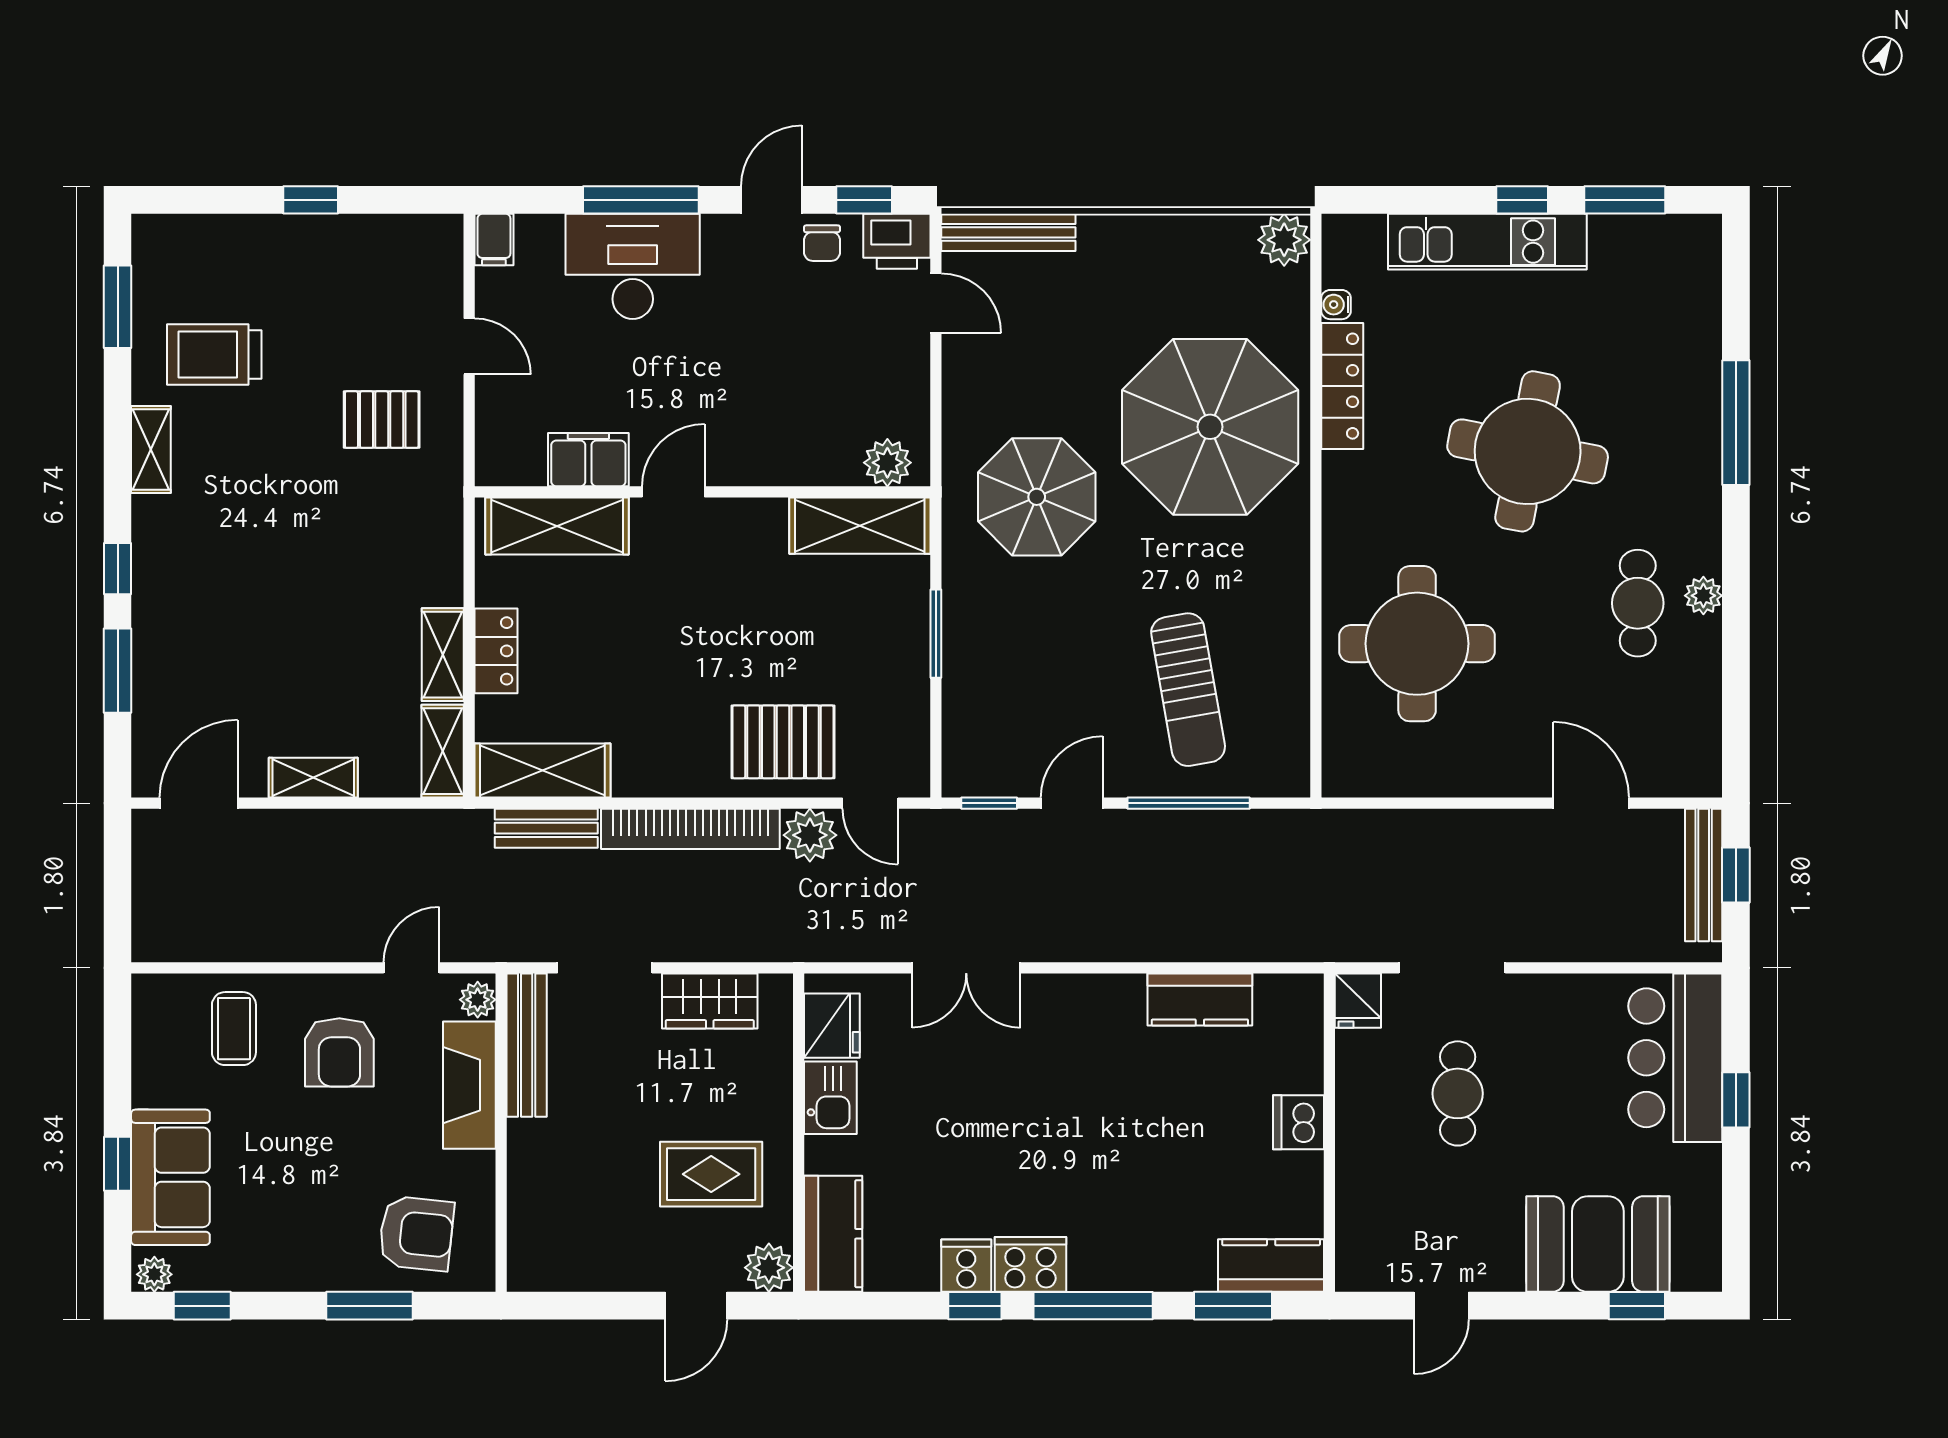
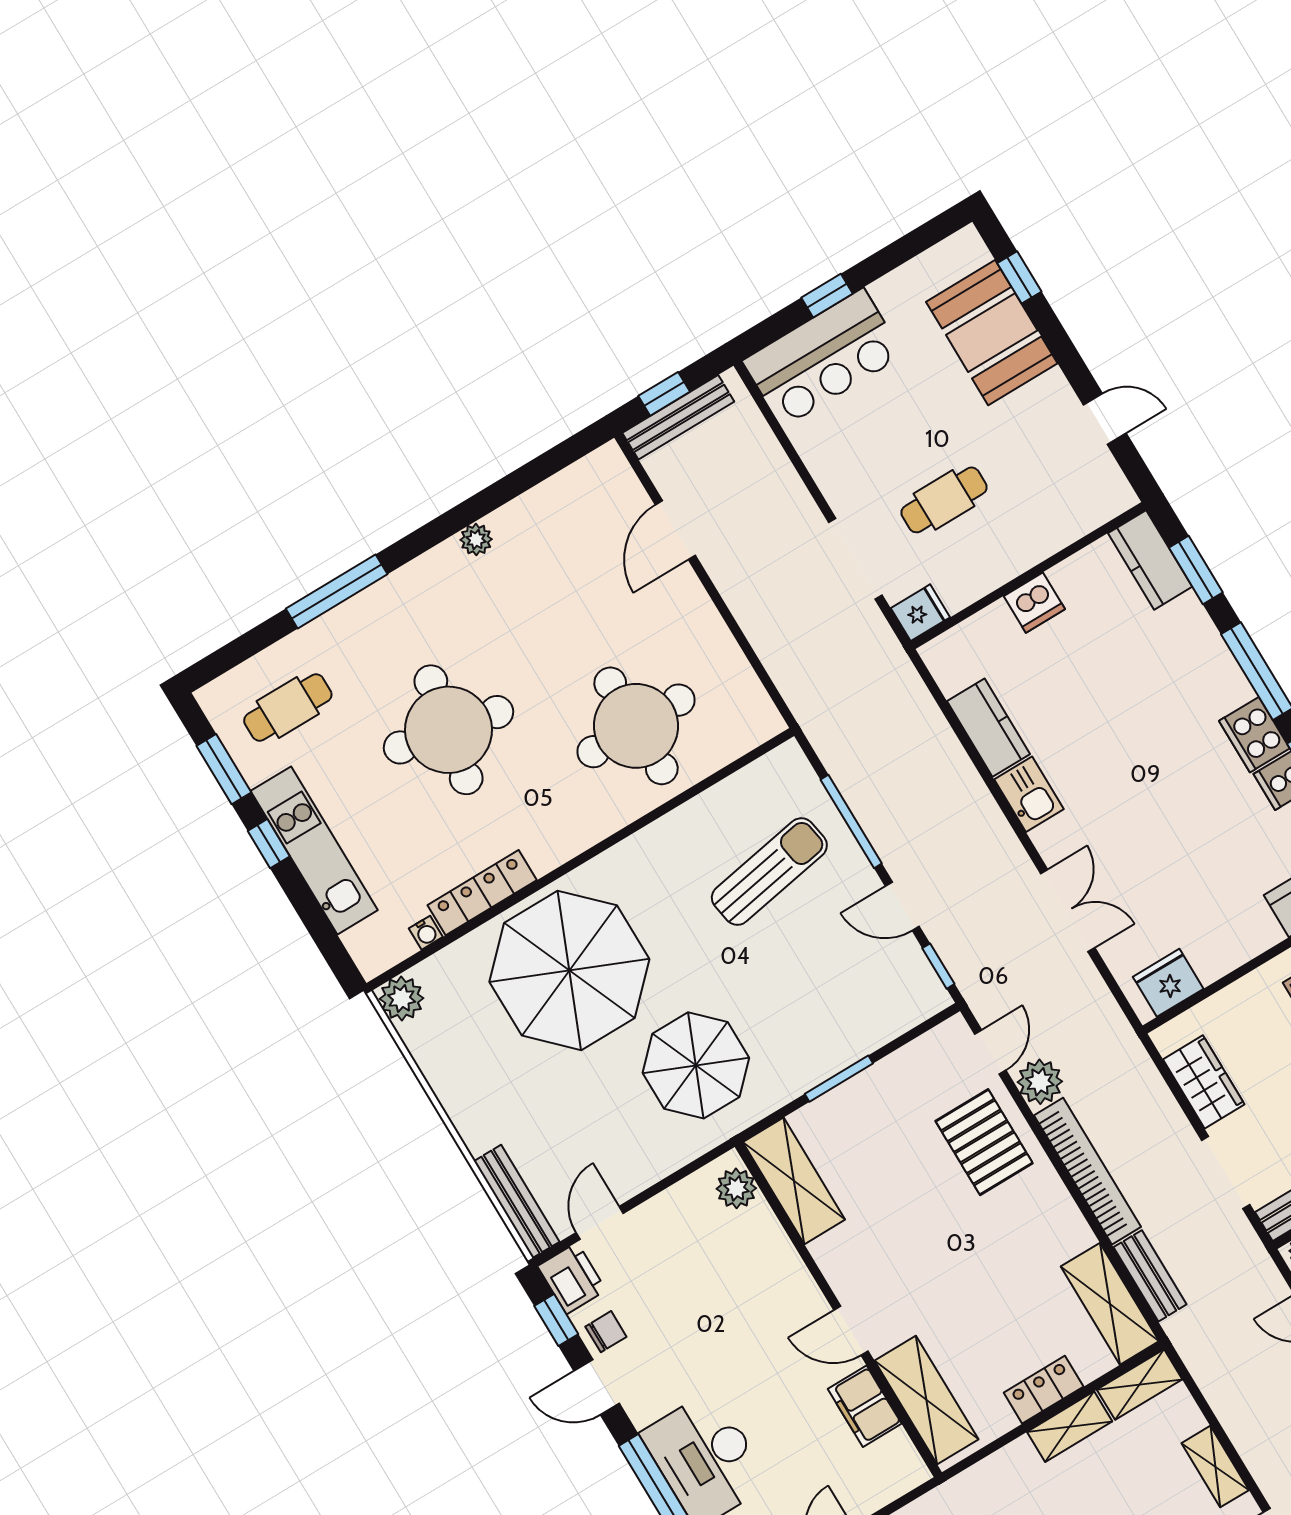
cafe table: (1638, 603) -> (288, 707), moved
kitchen sink: (830, 1098) -> (1029, 794), moved, turned 90

